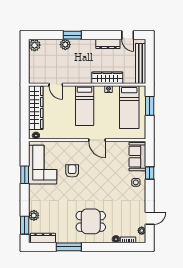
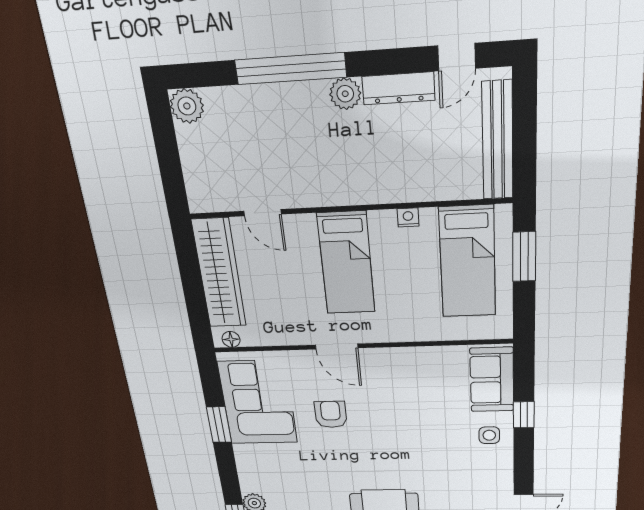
window: (72, 35) -> (291, 69), width x2.11
door: (128, 35) -> (457, 57), hinge flipped
plant: (65, 45) -> (345, 94), moved
wardrobe: (107, 78) -> (403, 187), removed
door: (97, 140) -> (337, 346), moved

